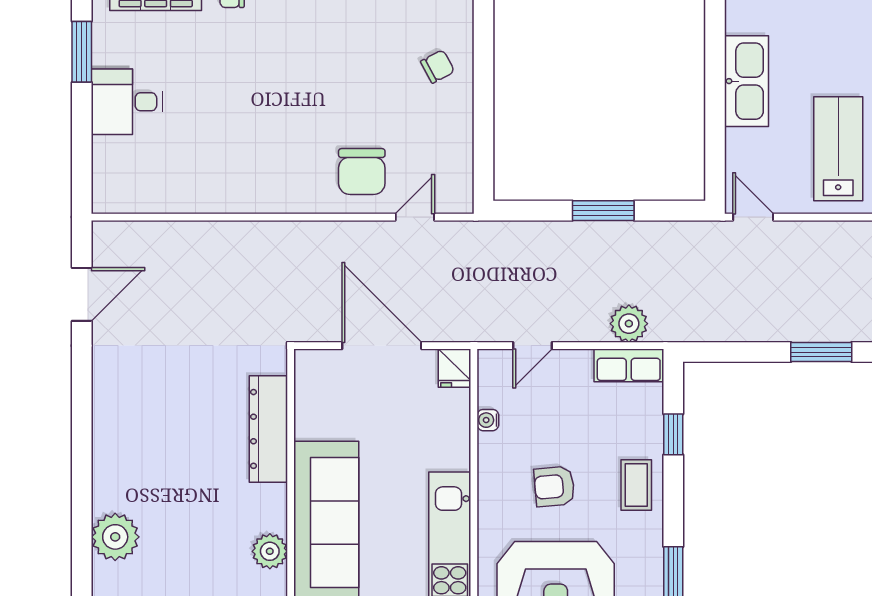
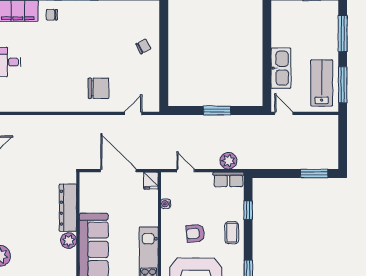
kitchen sink: (746, 81) -> (281, 68), moved
chair: (362, 172) -> (98, 88), moved, turned -90
door: (532, 346) -> (186, 171), swing flipped
plant: (270, 551) -> (69, 241), moved

